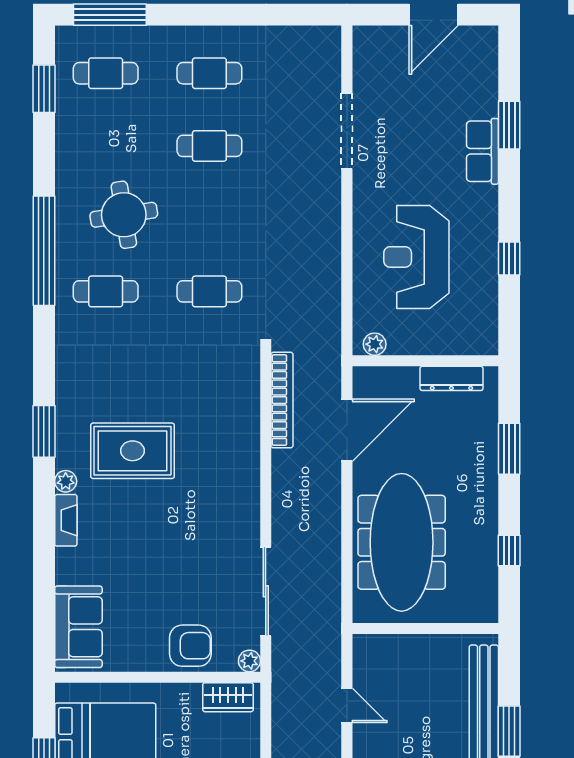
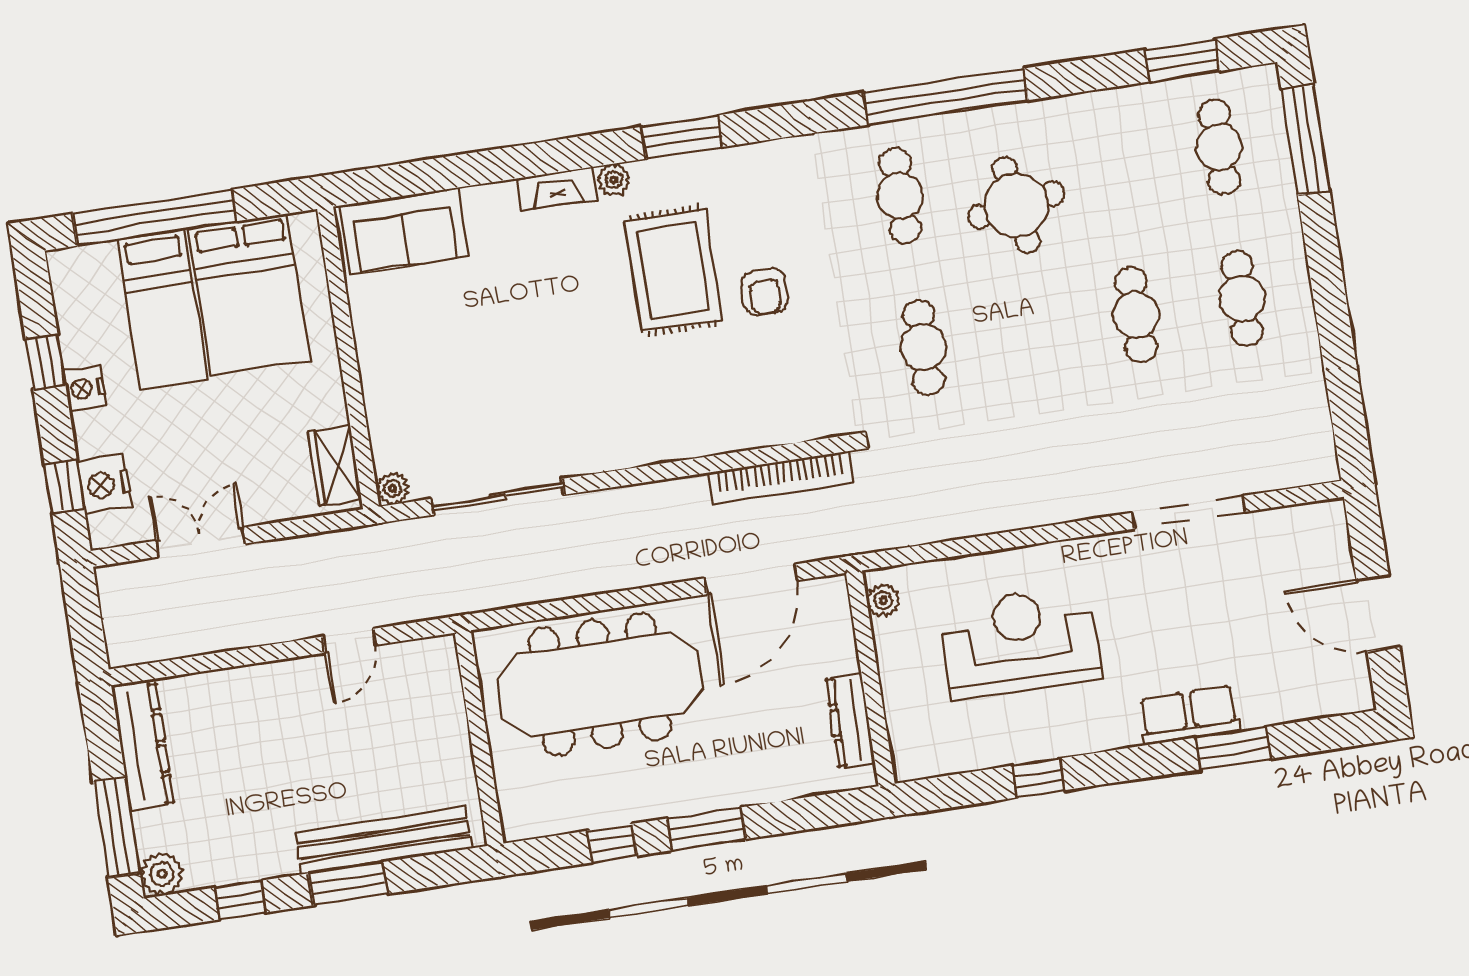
door: (347, 430) -> (751, 579), hinge flipped
window: (509, 449) -> (706, 829), moved
armchair: (190, 646) -> (765, 291), moved, width x0.72, depth x0.72

